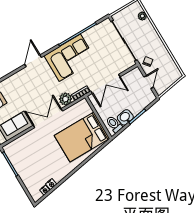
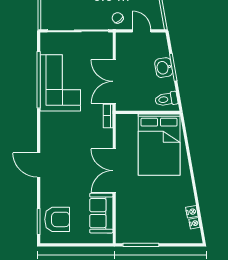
corner sofa: (70, 58) -> (60, 83), moved
door: (33, 61) -> (39, 165), moved
double door: (105, 84) -> (114, 81), swing flipped
plant: (65, 99) -> (104, 137), removed
washbasin: (125, 117) -> (164, 68), moved

